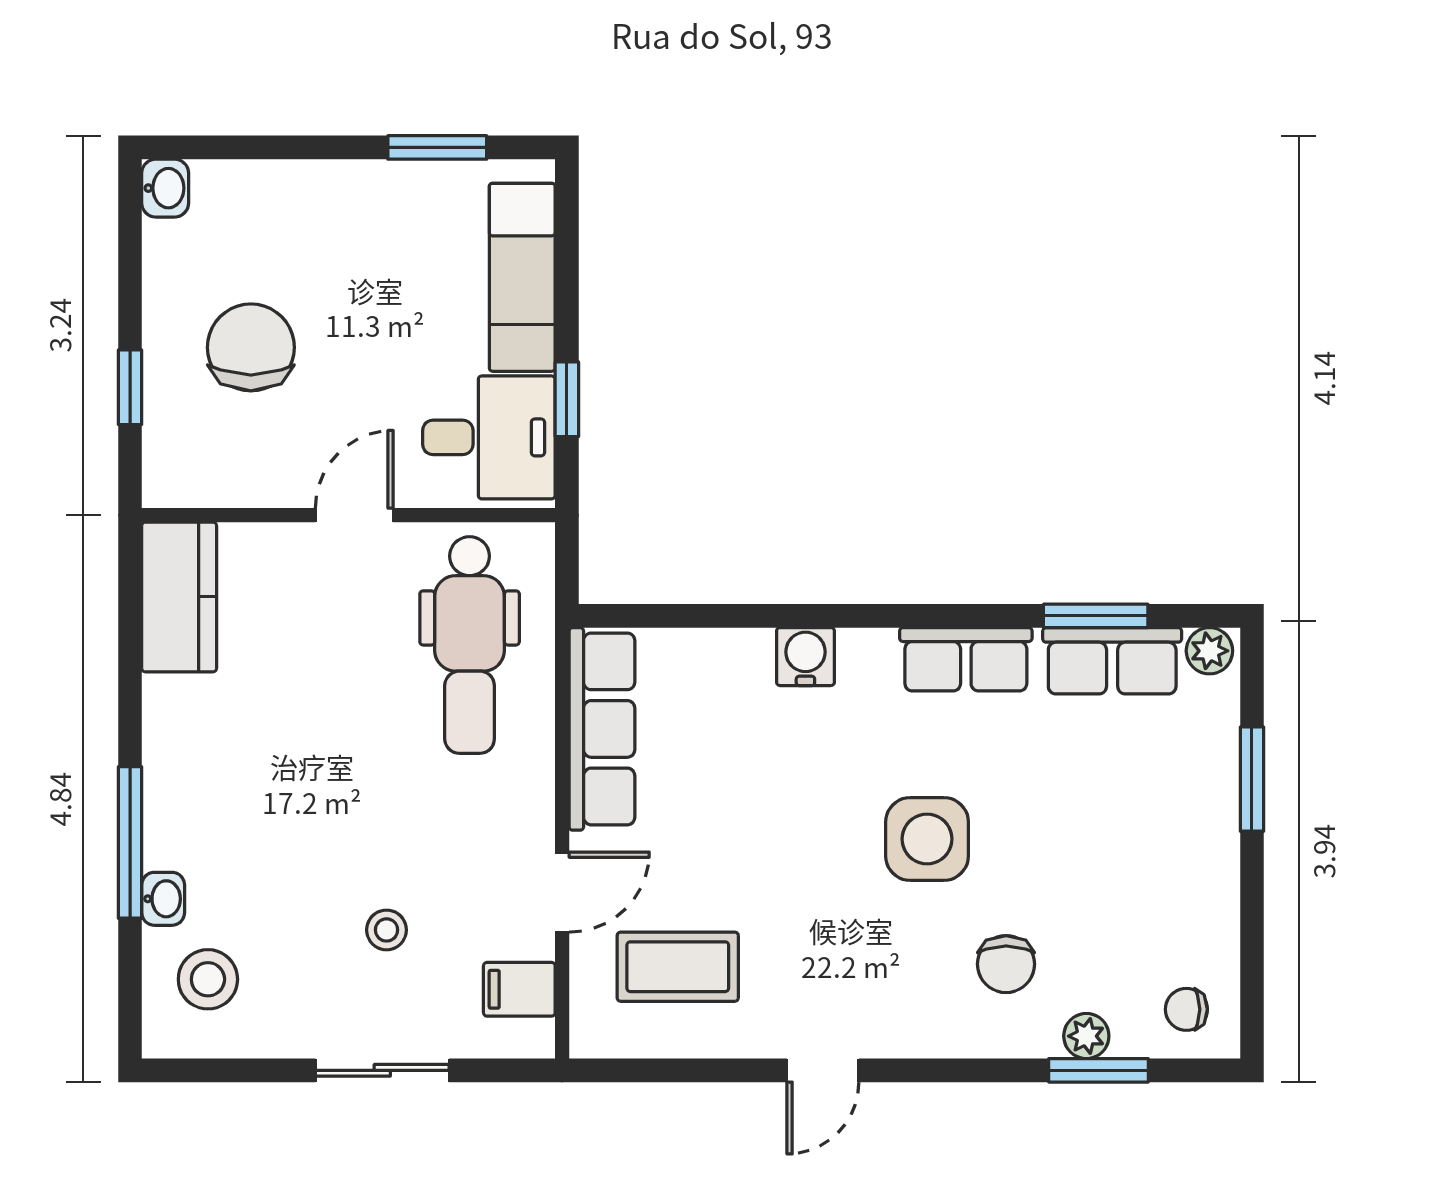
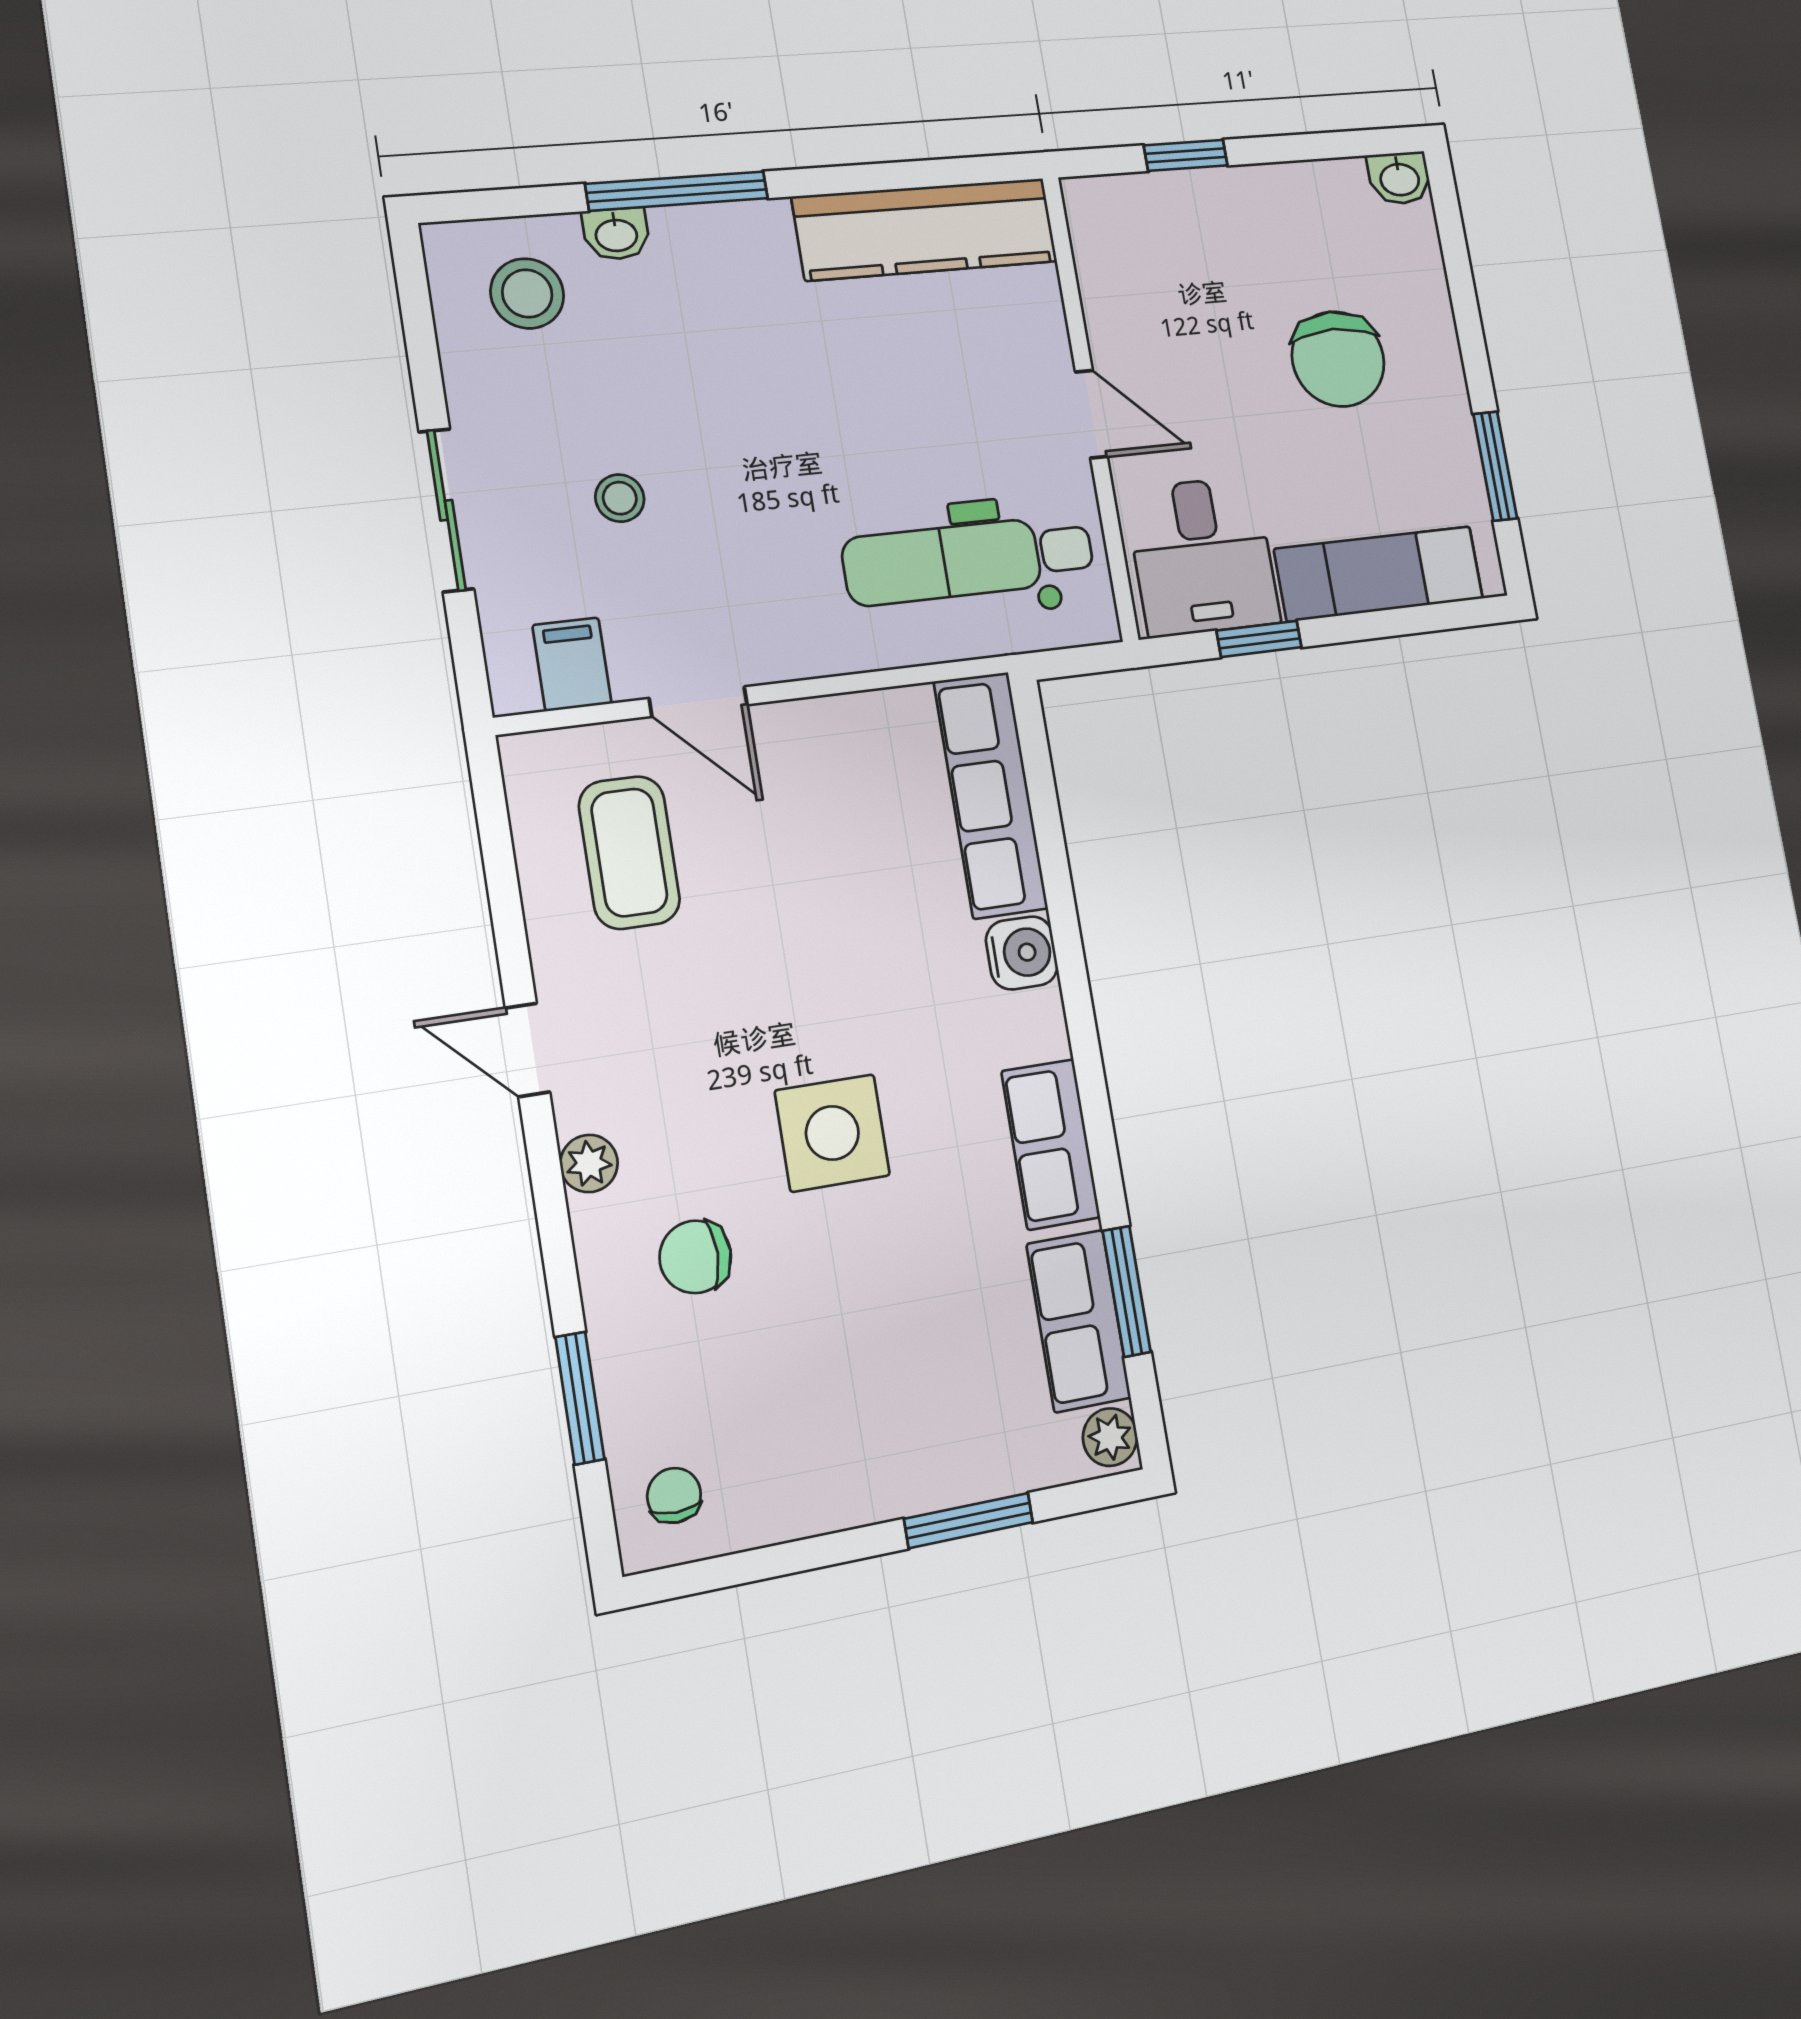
chair: (251, 347) -> (1338, 359), moved, turned 90
kitchen counter: (179, 597) -> (925, 229), width x1.50
row of seats: (602, 729) -> (991, 795), moved, turned 90
plant: (1086, 1036) -> (589, 1164), moved

